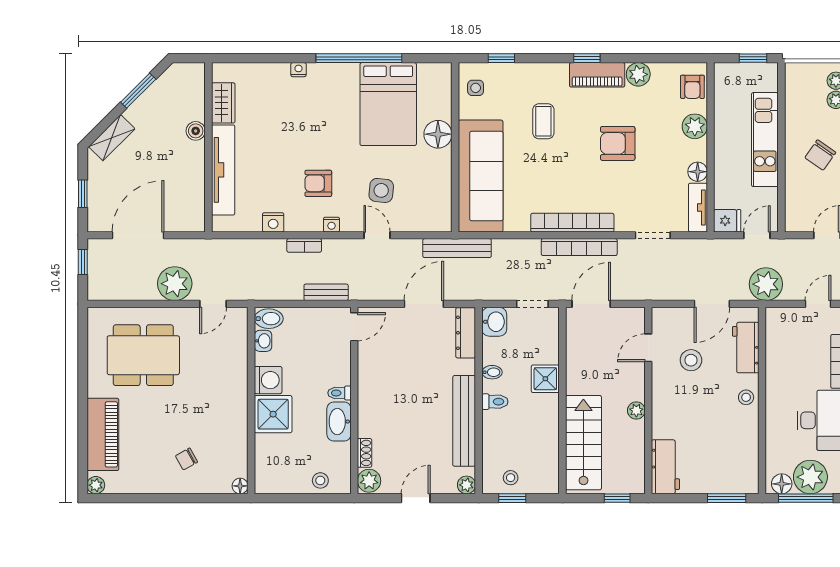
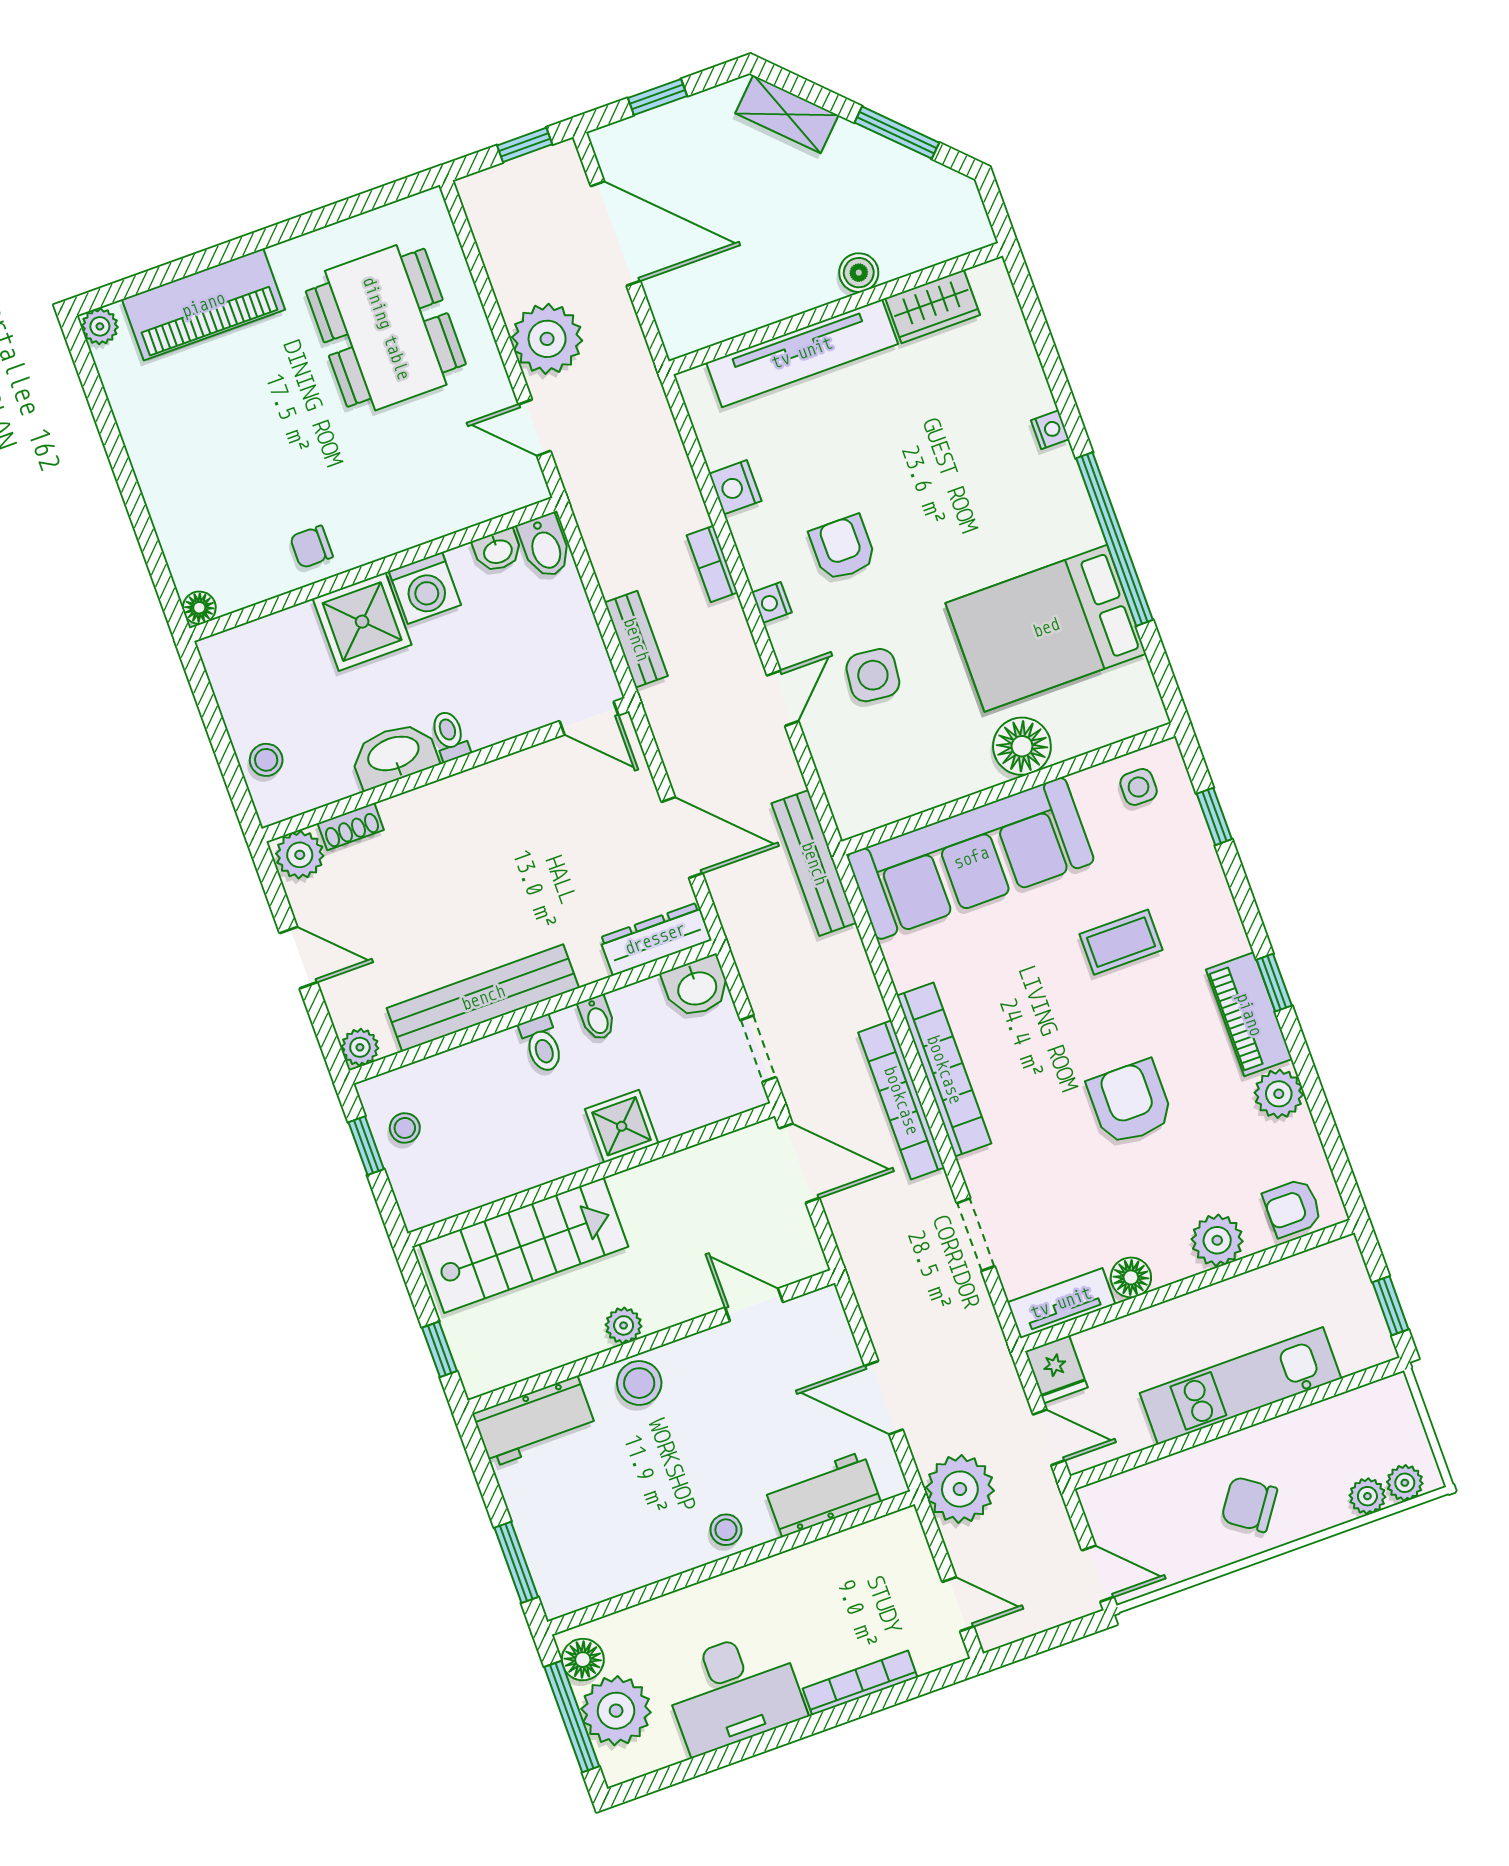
stool: (691, 360) -> (639, 1383), moved
chair: (186, 459) -> (311, 547), moved, turned -61

